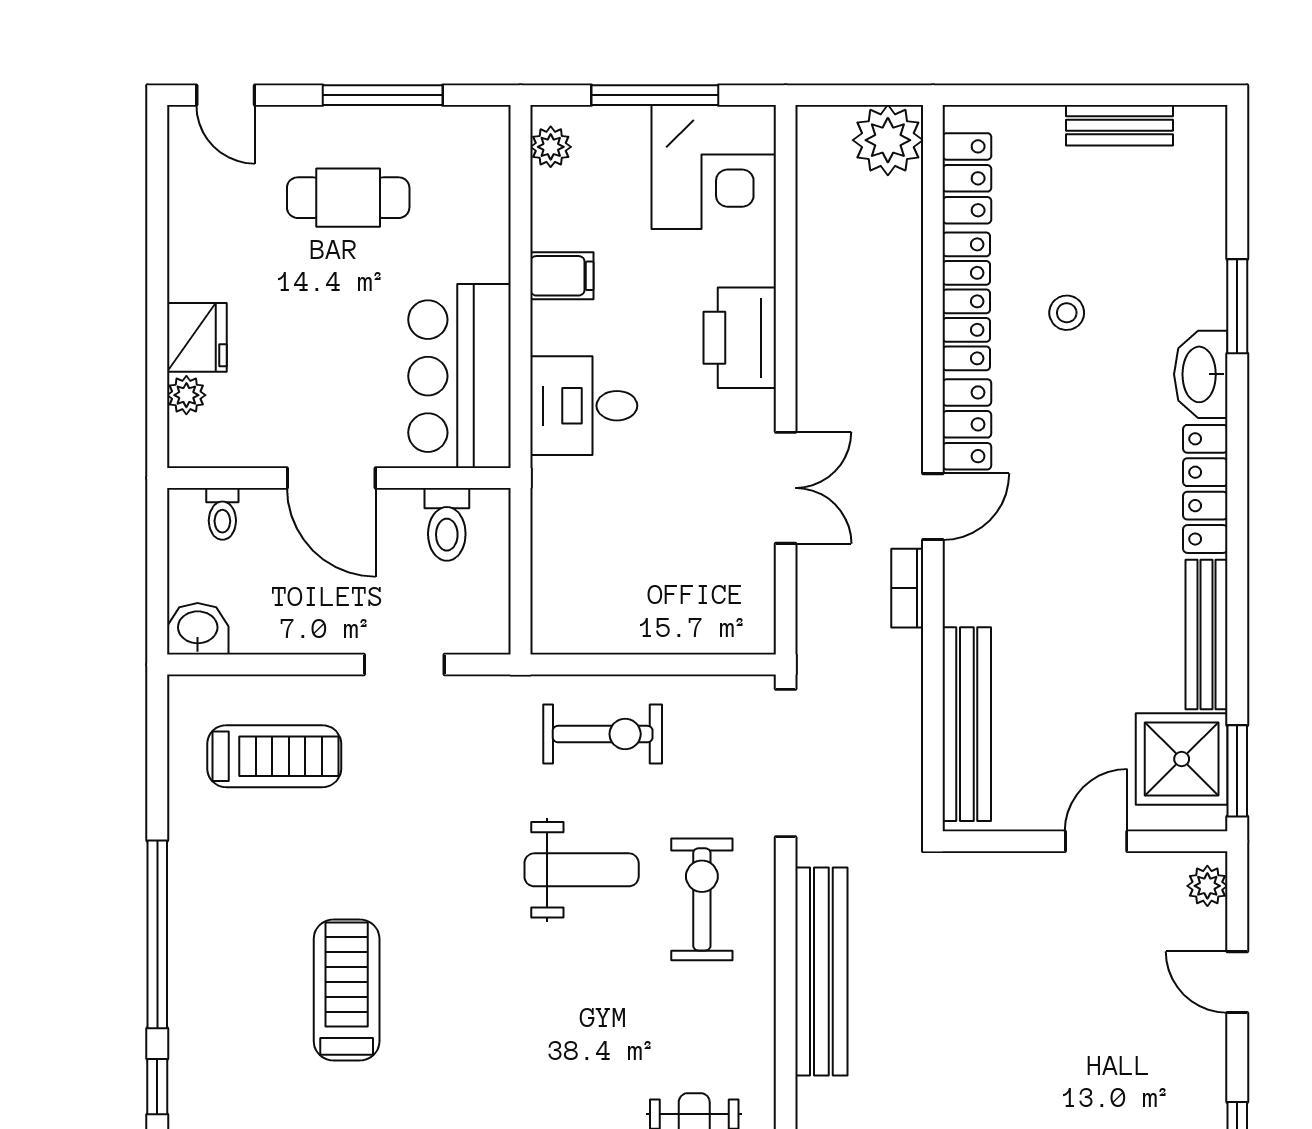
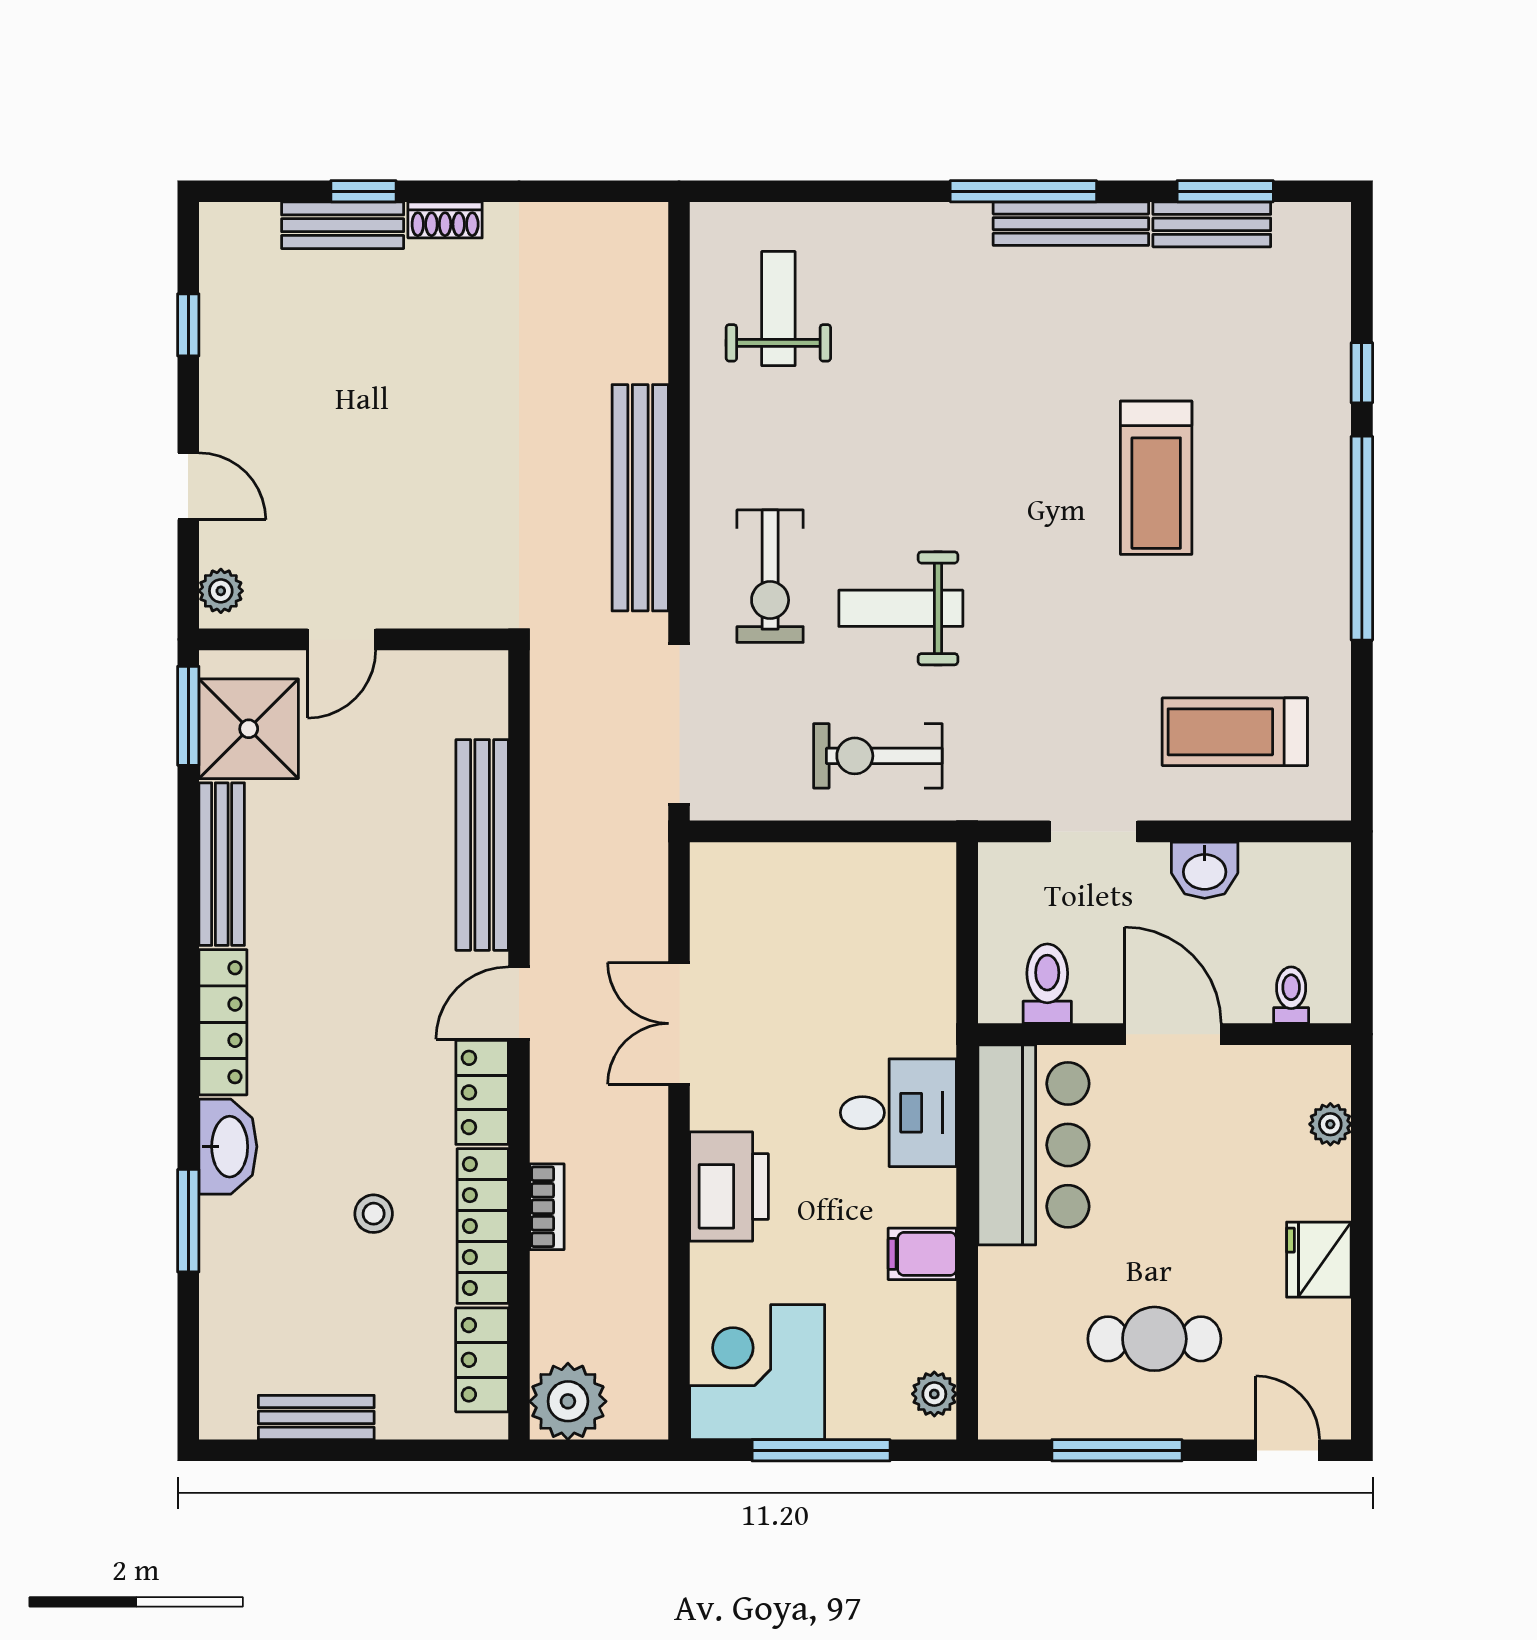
fridge: (197, 337) -> (1319, 1260), moved
bookcase: (907, 588) -> (547, 1207), moved
washbasin: (198, 629) -> (1205, 870), moved
bench: (967, 724) -> (482, 845), moved

